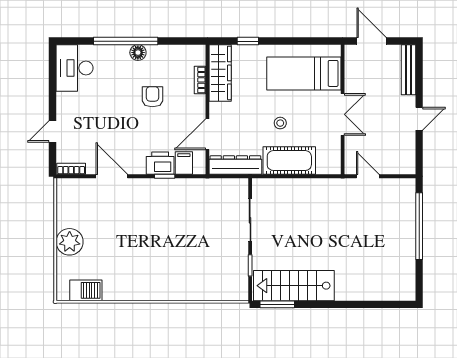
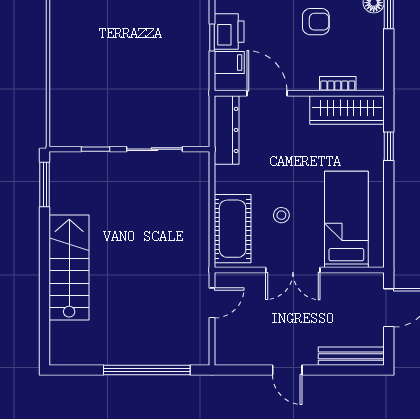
stool: (280, 123) -> (281, 215), moved
cot: (289, 161) -> (233, 229), moved
stairs: (294, 286) -> (69, 267), moved

